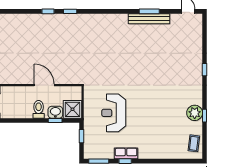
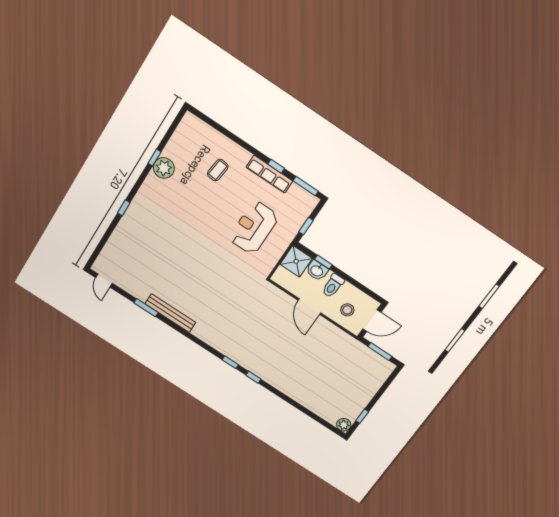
bench: (149, 19) -> (170, 313), moved
stool: (19, 100) -> (347, 310), added
reception desk: (114, 113) -> (254, 228), turned 180
coffee table: (194, 143) -> (218, 170), moved
row of seats: (126, 153) -> (269, 174), width x1.48

